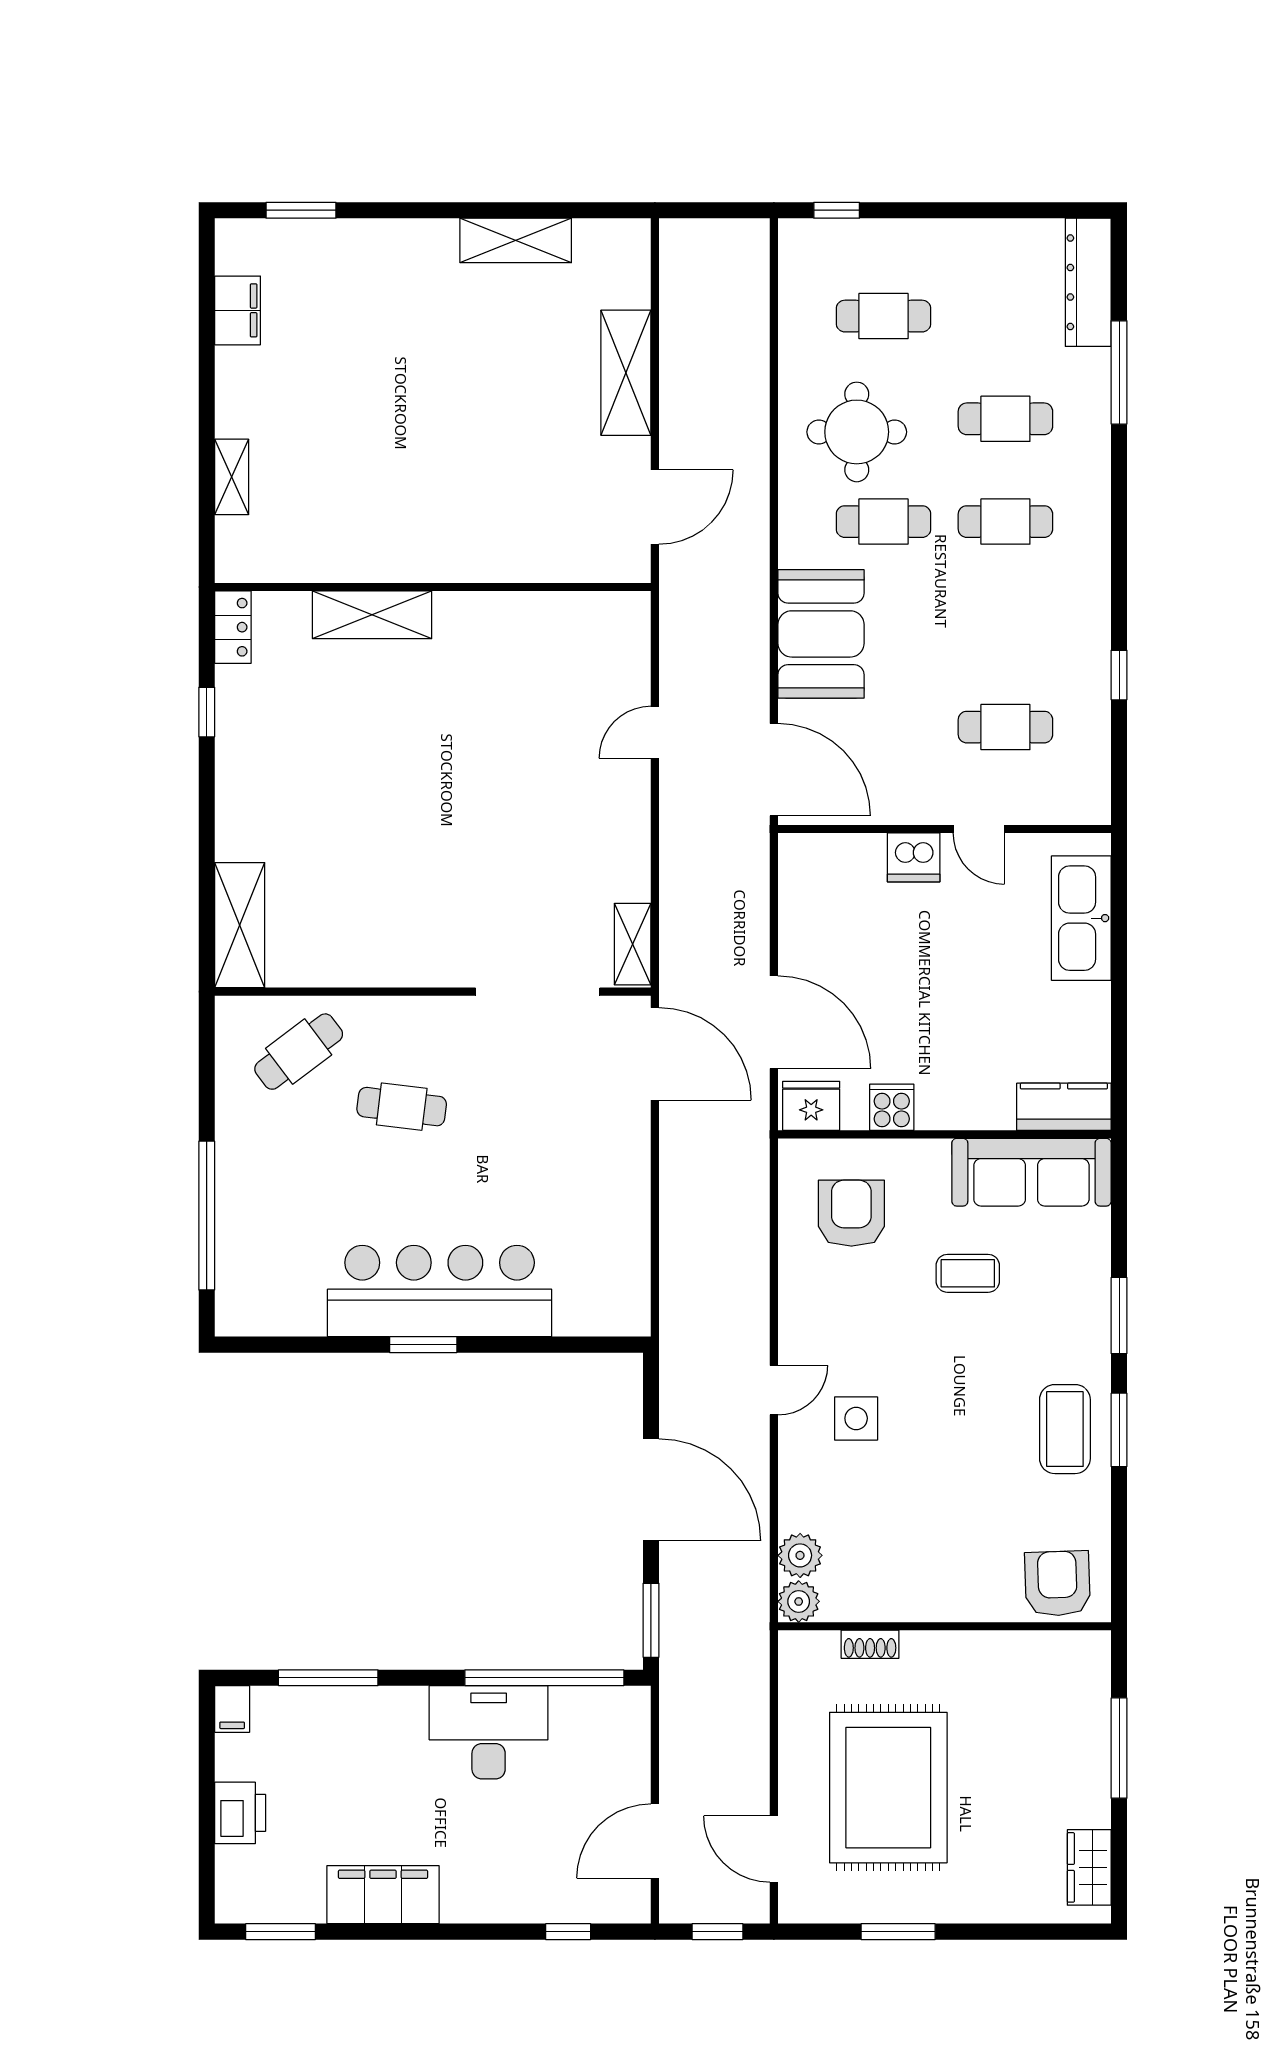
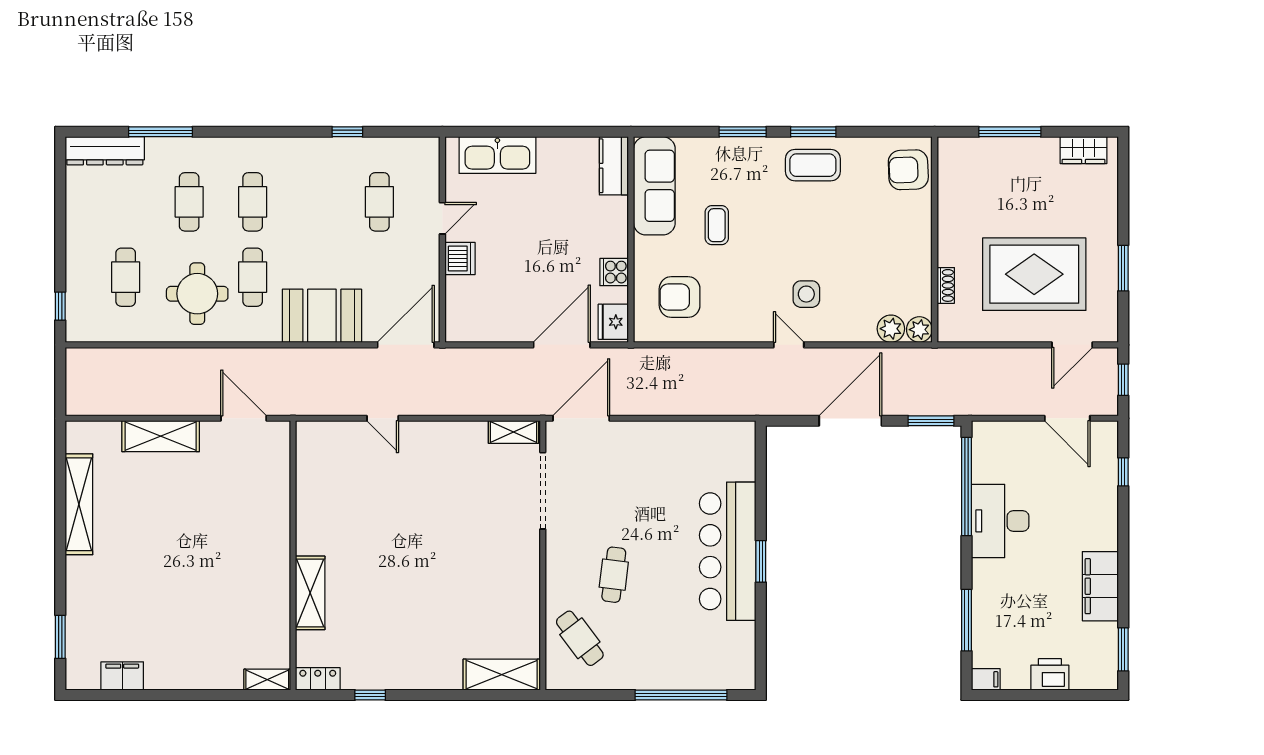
shelving: (516, 240) -> (79, 504), width x1.47
shelving: (232, 477) -> (267, 680), moved

